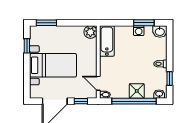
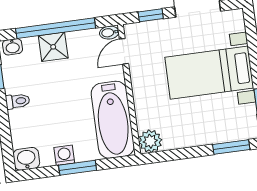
window: (144, 23) -> (78, 168), moved
bathtub: (107, 41) -> (113, 120), width x1.36, depth x1.36
door: (98, 83) -> (124, 51), swing flipped

